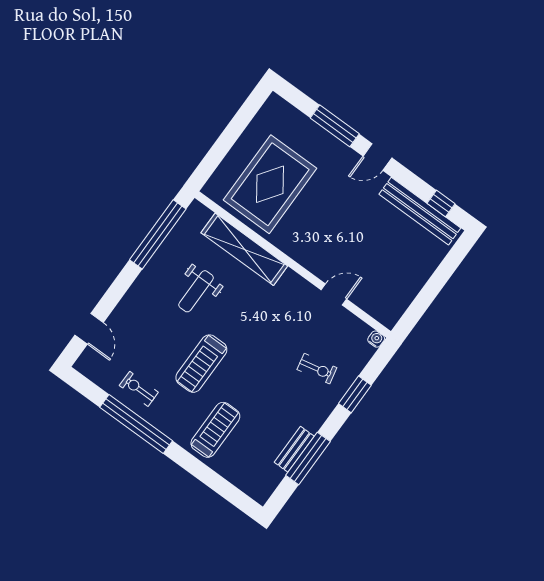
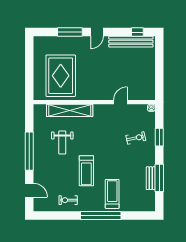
window: (158, 234) -> (29, 151), moved
window: (136, 424) -> (101, 216), moved

